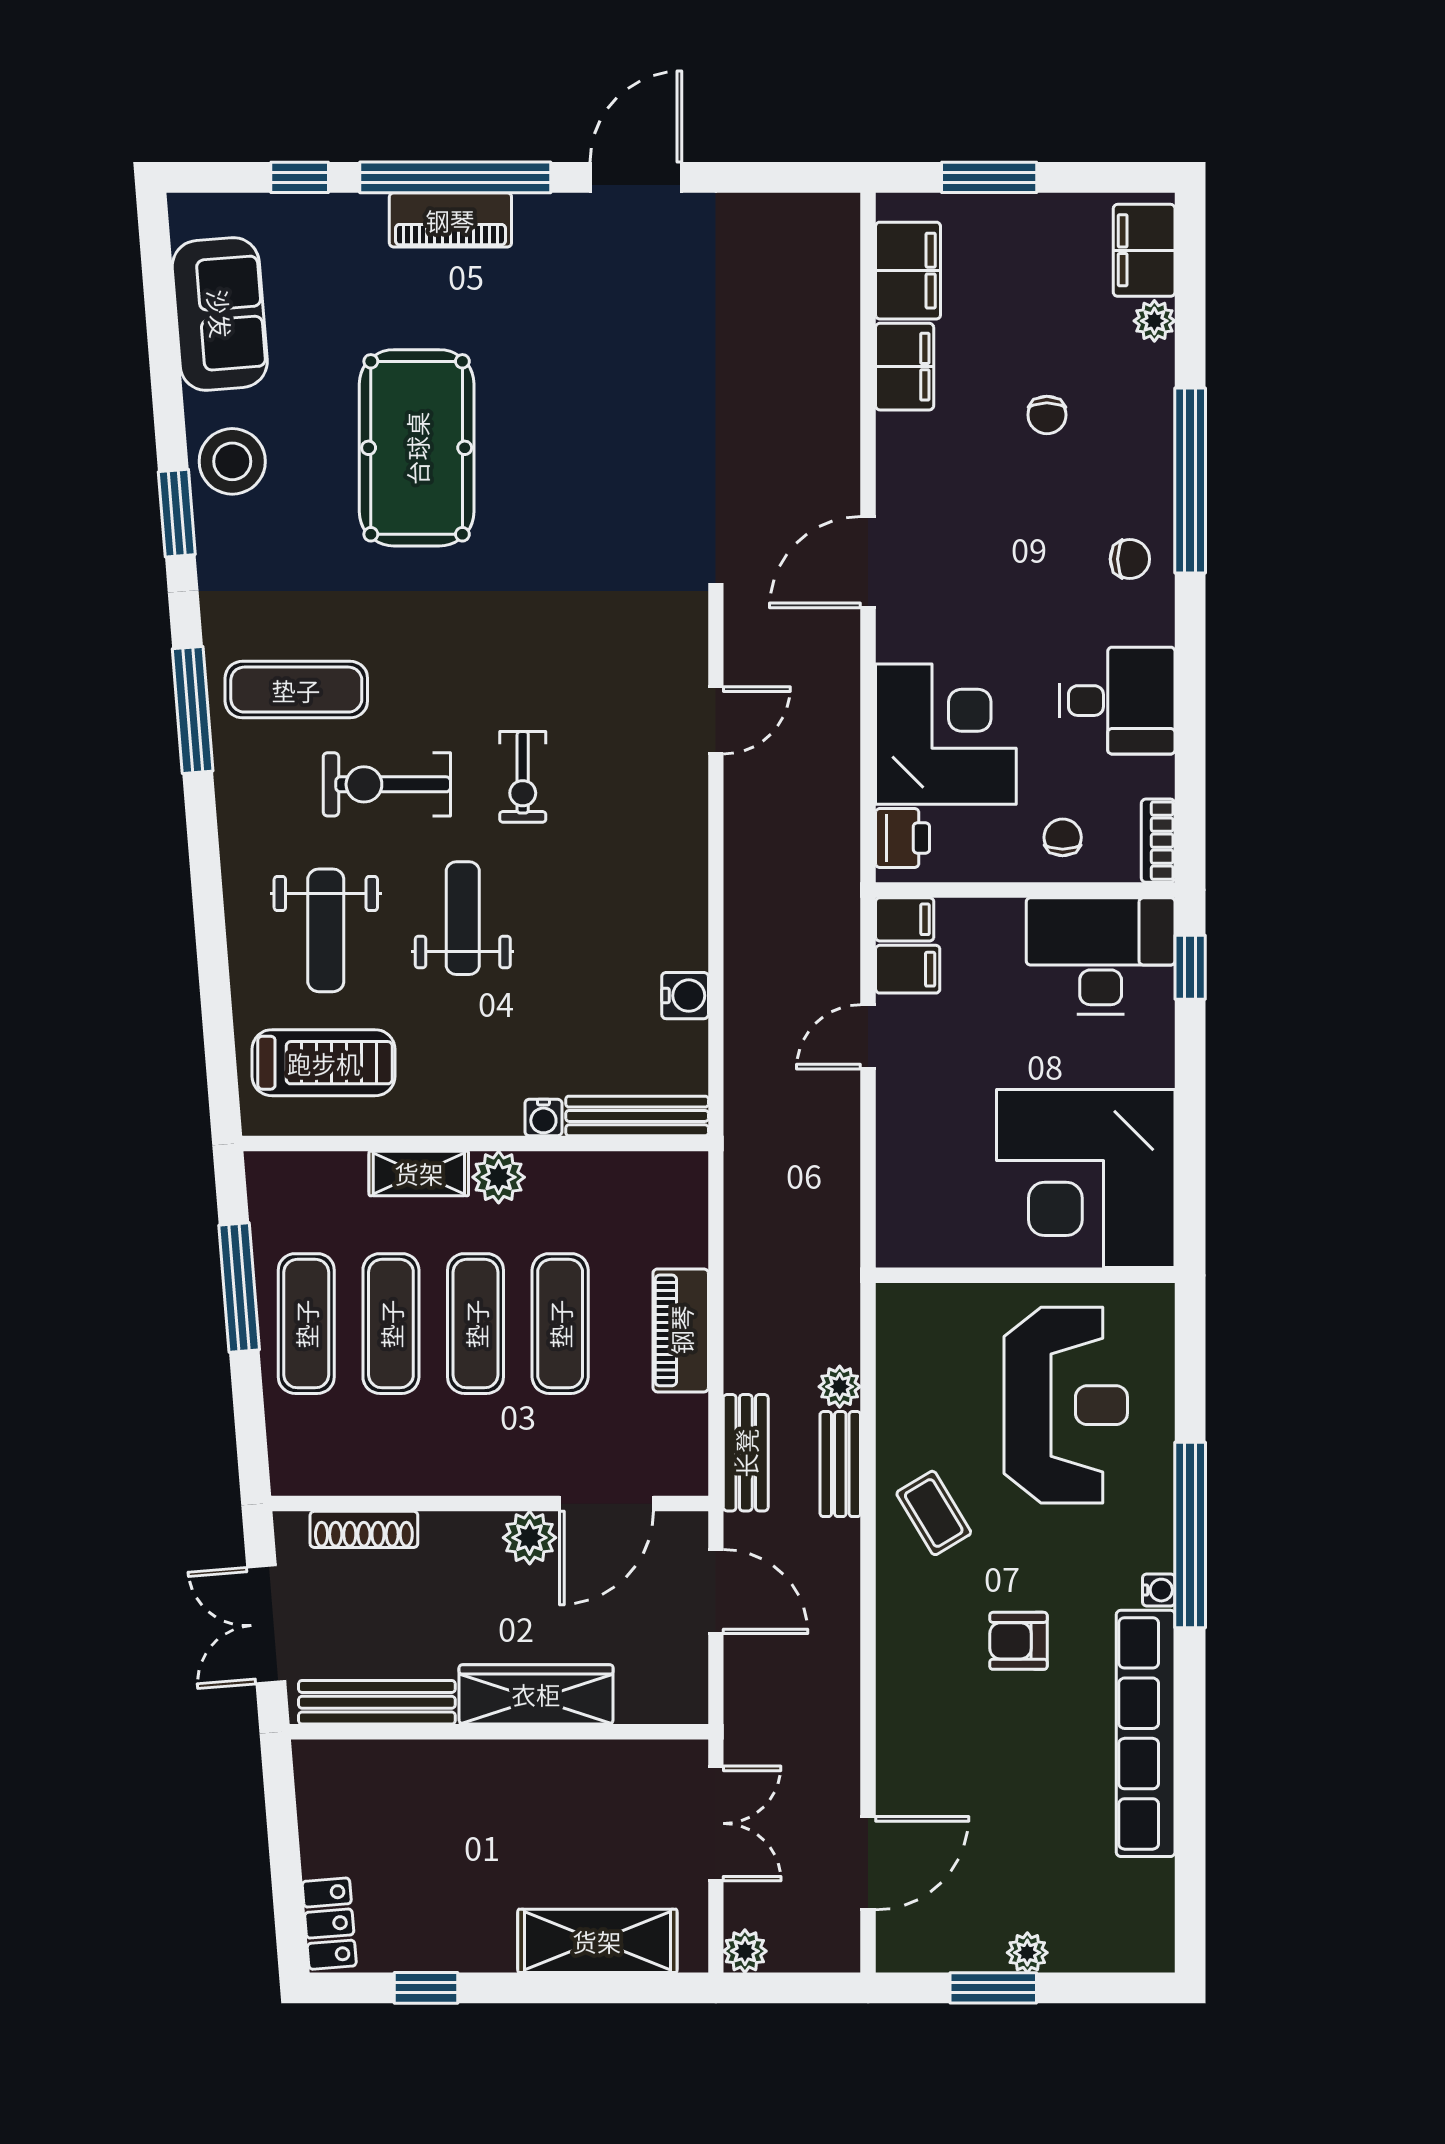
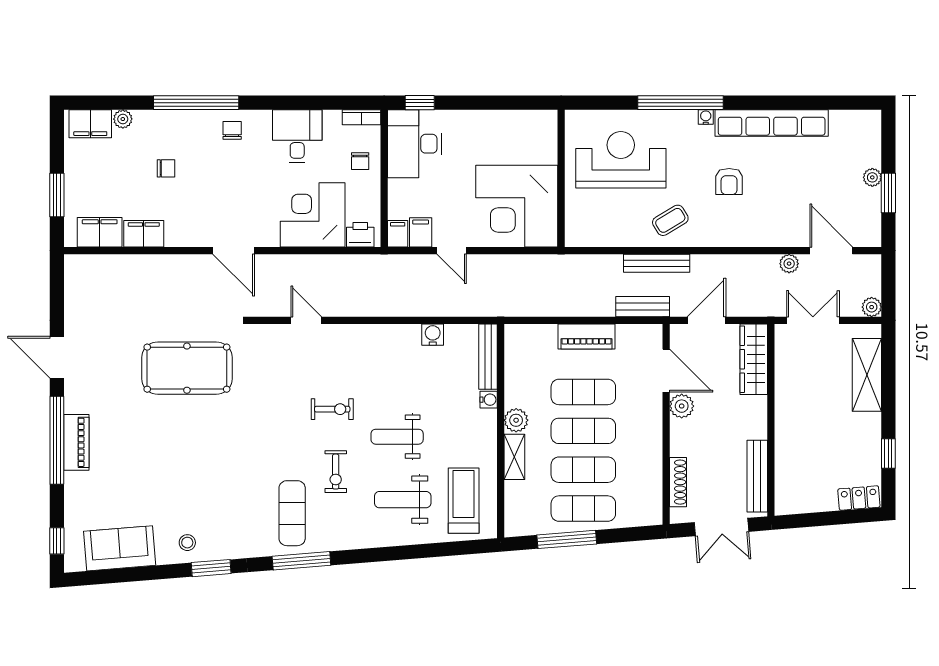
window: (300, 177) -> (57, 541), moved
pool table: (417, 448) -> (187, 368), moved
stool: (232, 461) -> (187, 543), width x0.53, depth x0.53
exercise bike: (387, 784) -> (336, 472), width x0.73, depth x0.72
chair: (1063, 837) -> (360, 161), turned -90
weight bench: (326, 930) -> (403, 500), turned 180
corner desk: (1086, 1179) -> (517, 206), moved, turned 90
plant: (840, 1387) -> (789, 264), moved
bench: (840, 1464) -> (657, 263), width x1.36
wardrobe: (536, 1694) -> (754, 359), moved

